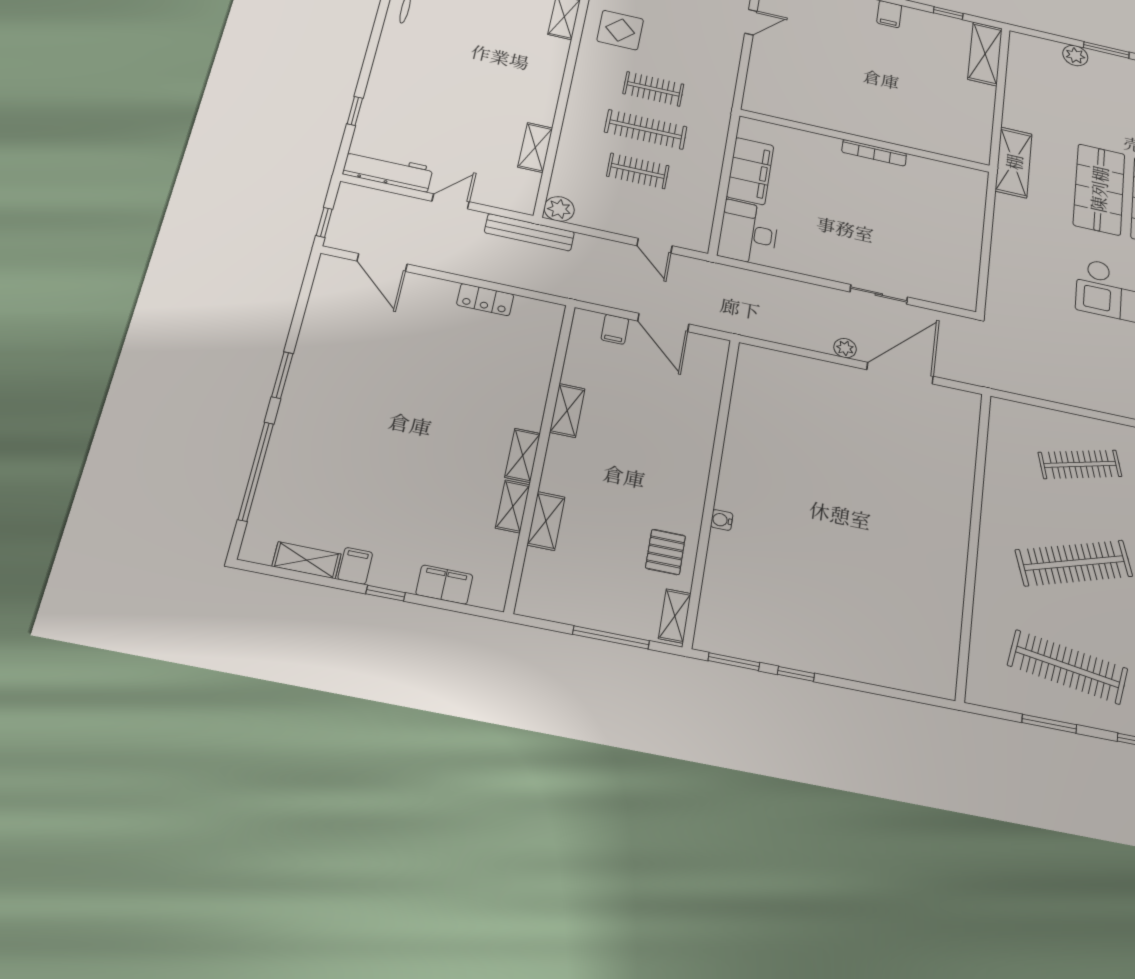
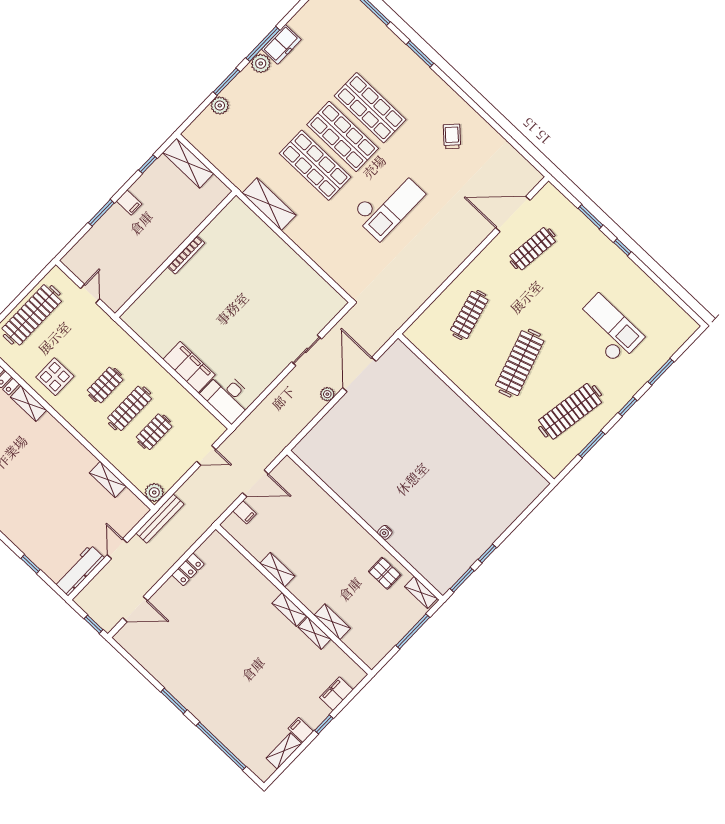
wall: (865, 141) -> (176, 254), moved
bookcase: (874, 153) -> (186, 255), moved

